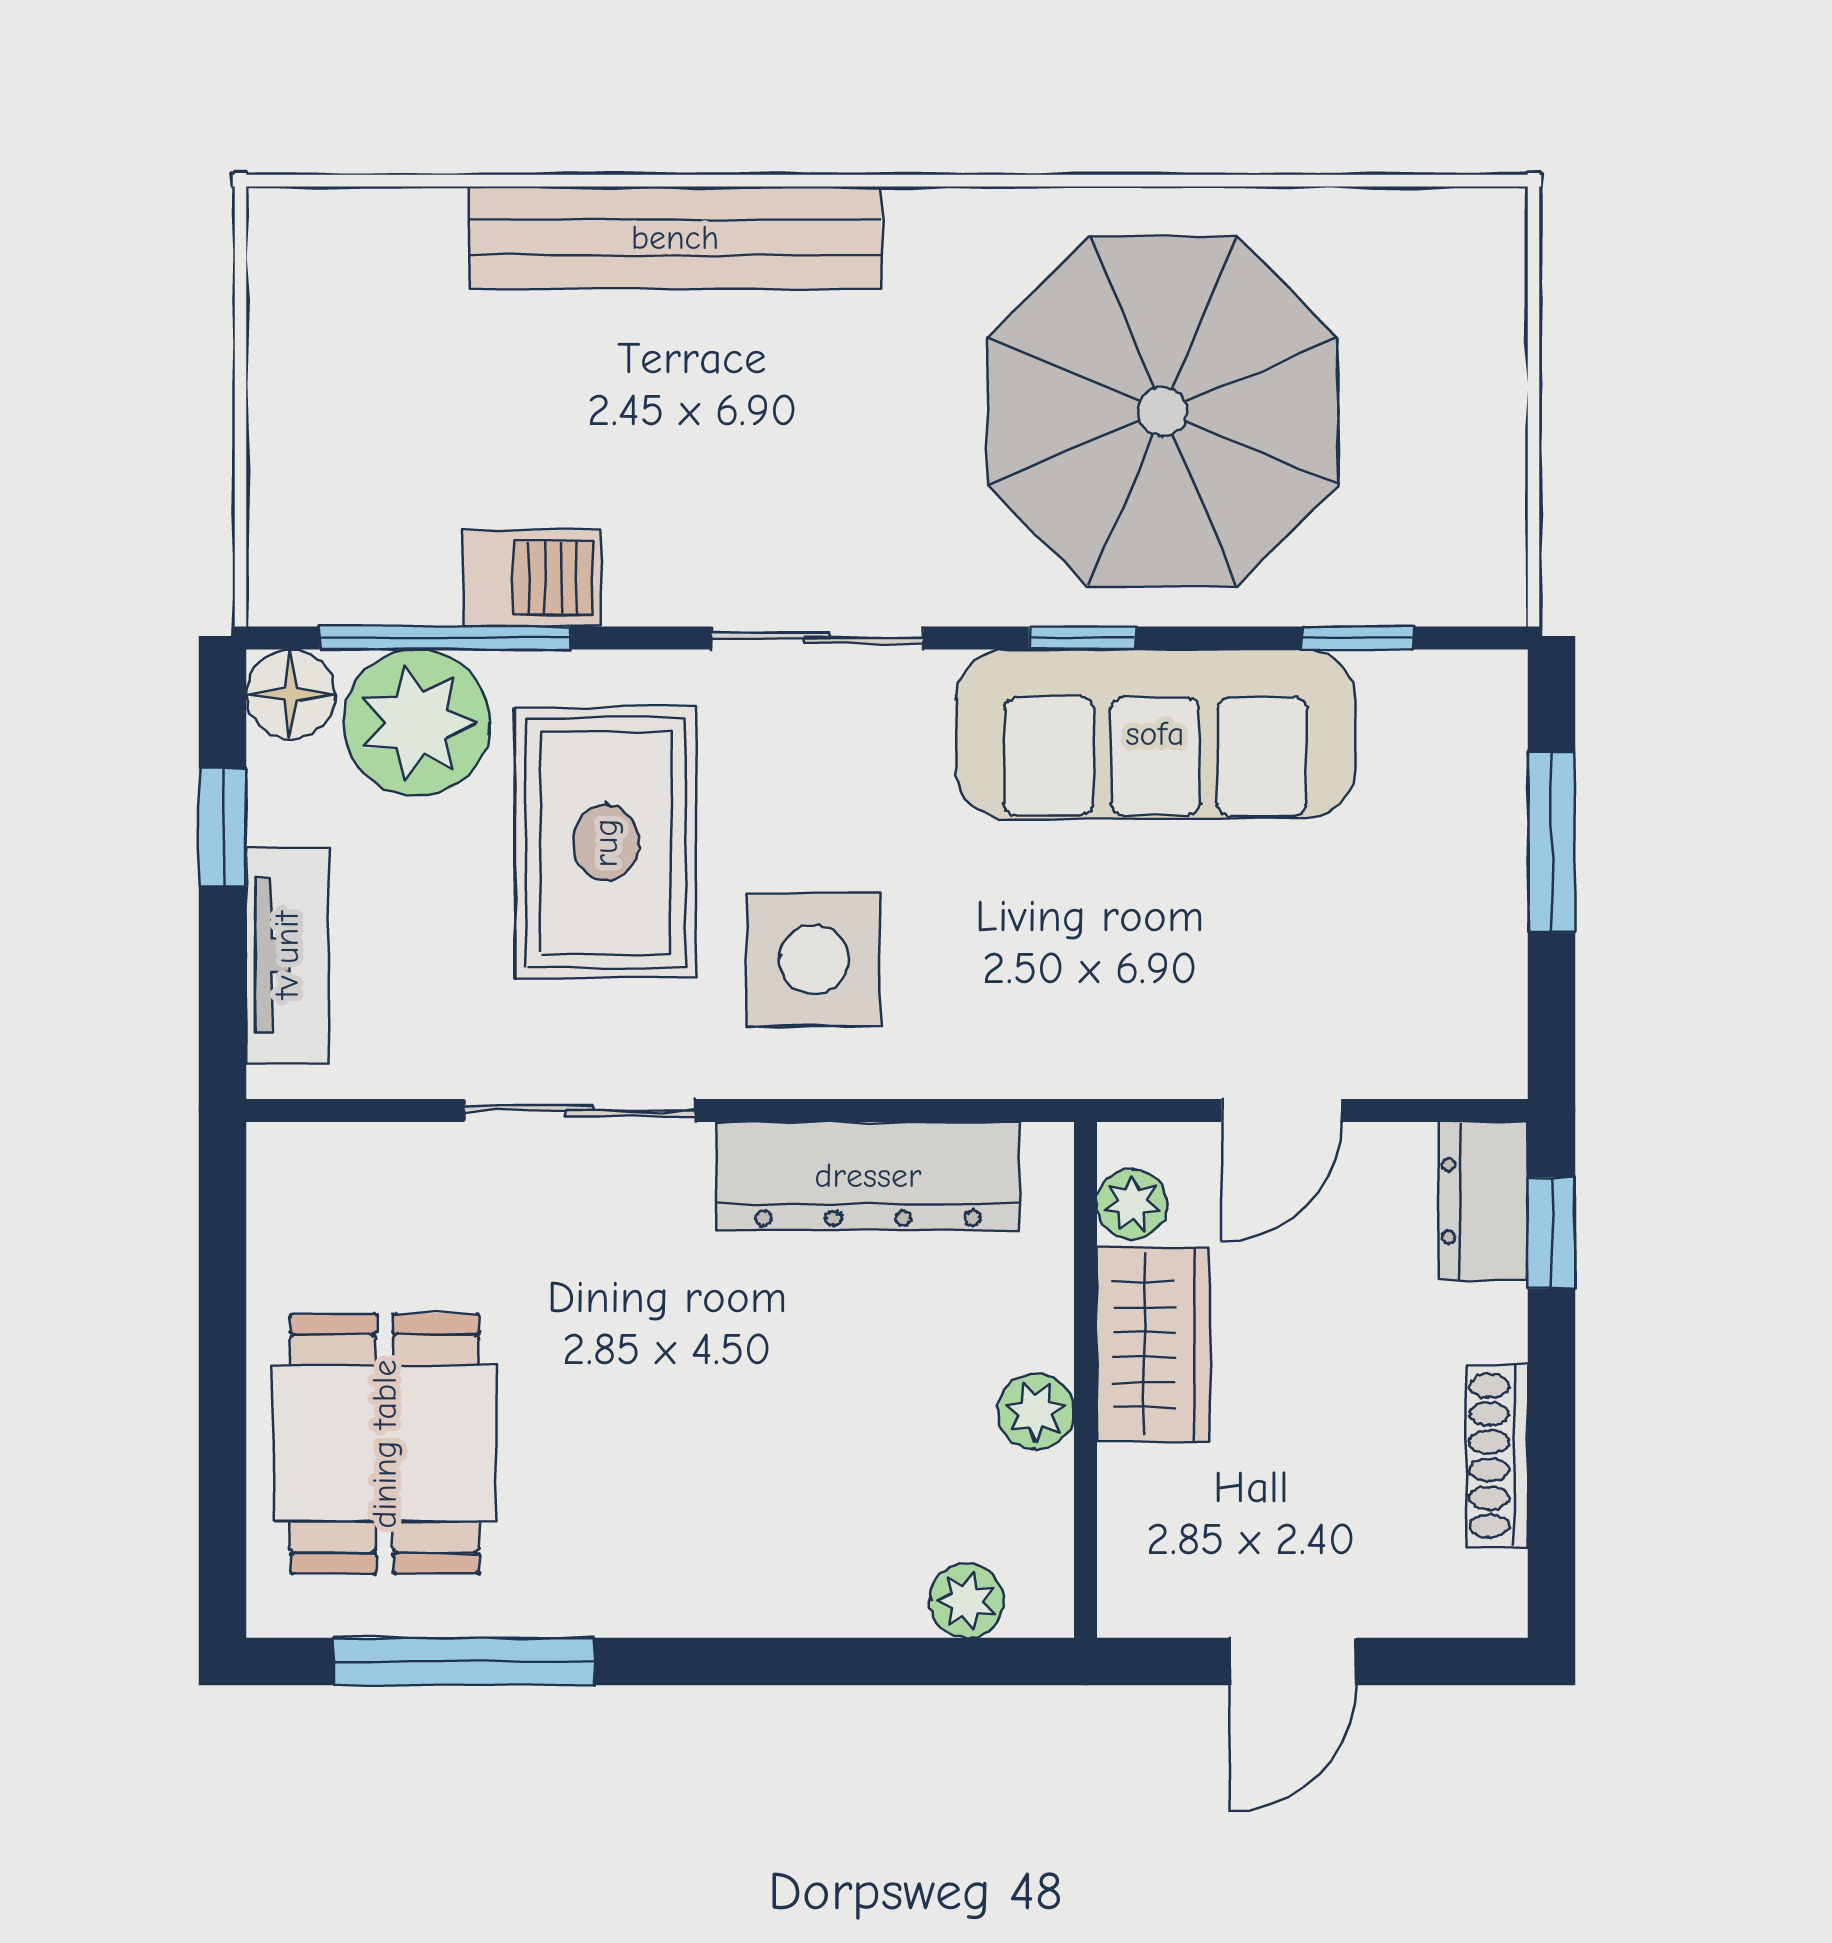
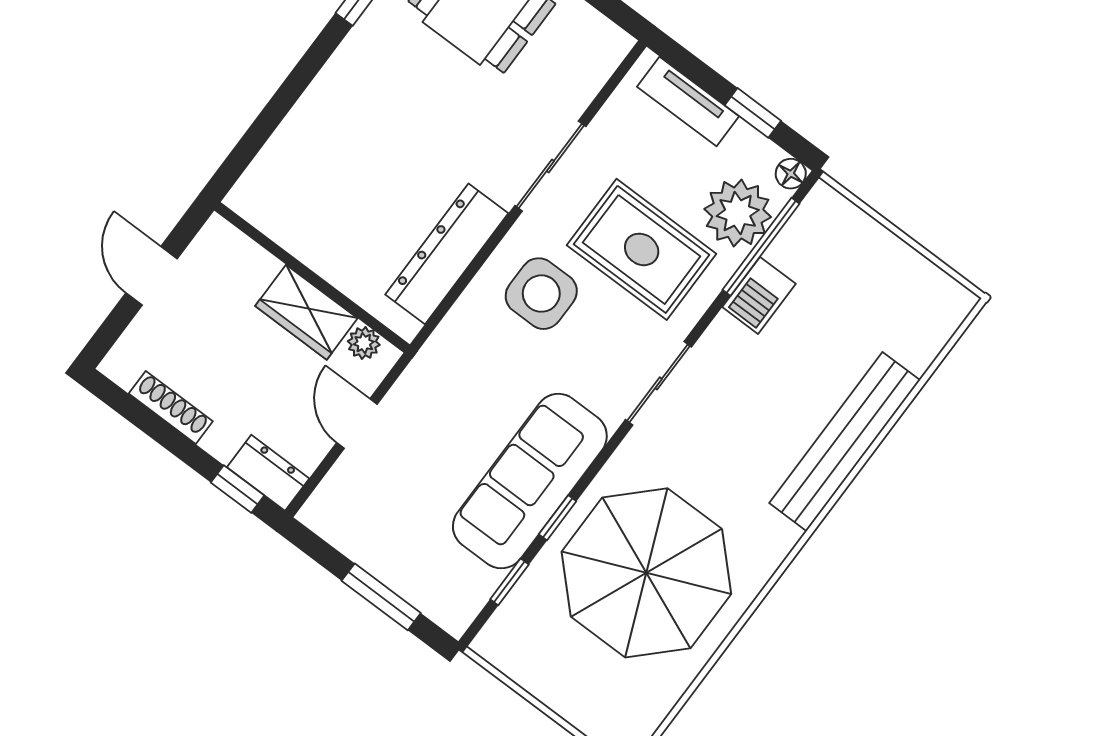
window: (1082, 638) -> (558, 518), moved
floor lamp: (291, 694) -> (791, 174), width x0.73, depth x0.73
plant: (1036, 1412) -> (314, 250), removed
plant: (967, 1601) -> (264, 173), removed

